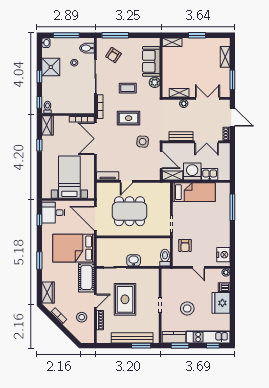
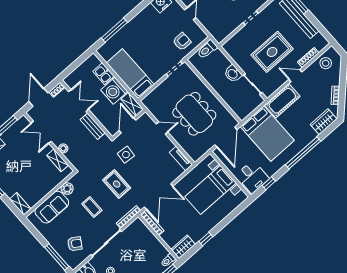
door: (127, 181) -> (162, 128), moved
window: (39, 260) -> (303, 153), width x2.11
stool: (82, 317) -> (326, 63), moved

